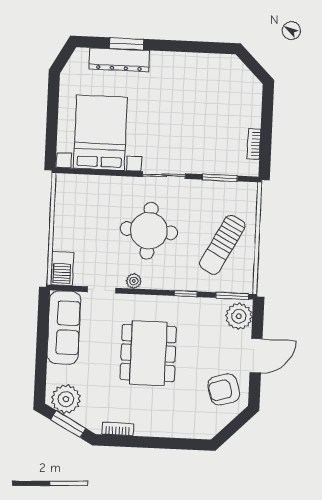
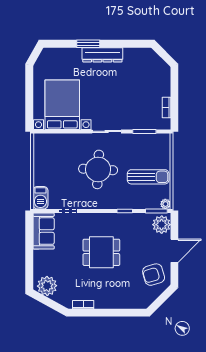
window: (127, 44) -> (88, 44), moved
dresser: (119, 60) -> (102, 55), moved
sun lounger: (222, 245) -> (148, 177), turned -118
plant: (134, 281) -> (165, 204), moved
sofa: (64, 328) -> (44, 231), width x0.73
dining table: (148, 353) -> (101, 252), width x0.73
window: (68, 424) -> (49, 303), removed

